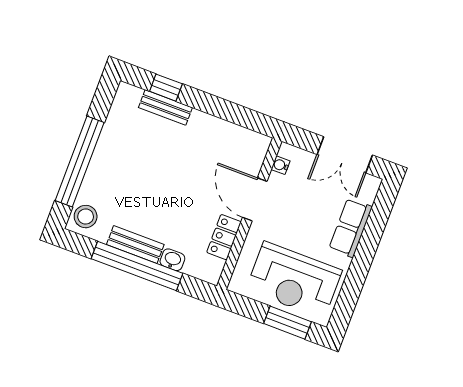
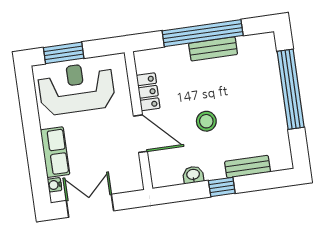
window: (166, 88) -> (222, 187), moved
water cooler: (281, 165) -> (55, 185), moved, turned 180
stool: (86, 217) -> (206, 121), moved
washbasin: (172, 260) -> (193, 175), moved, turned 180

